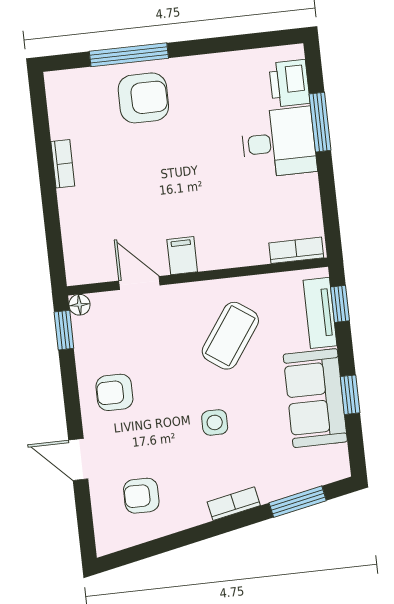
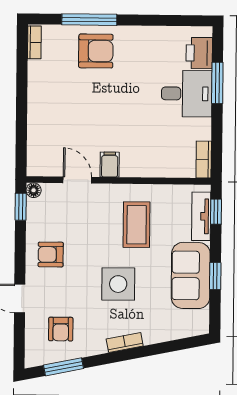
bookcase: (63, 164) -> (34, 42), moved
bookcase: (296, 250) -> (204, 160), moved, turned -90
coffee table: (230, 336) -> (137, 225), turned -35
side table: (215, 422) -> (118, 284), width x1.87, depth x1.87
armchair: (141, 496) -> (61, 329), turned -90
window: (298, 502) -> (64, 367), moved

